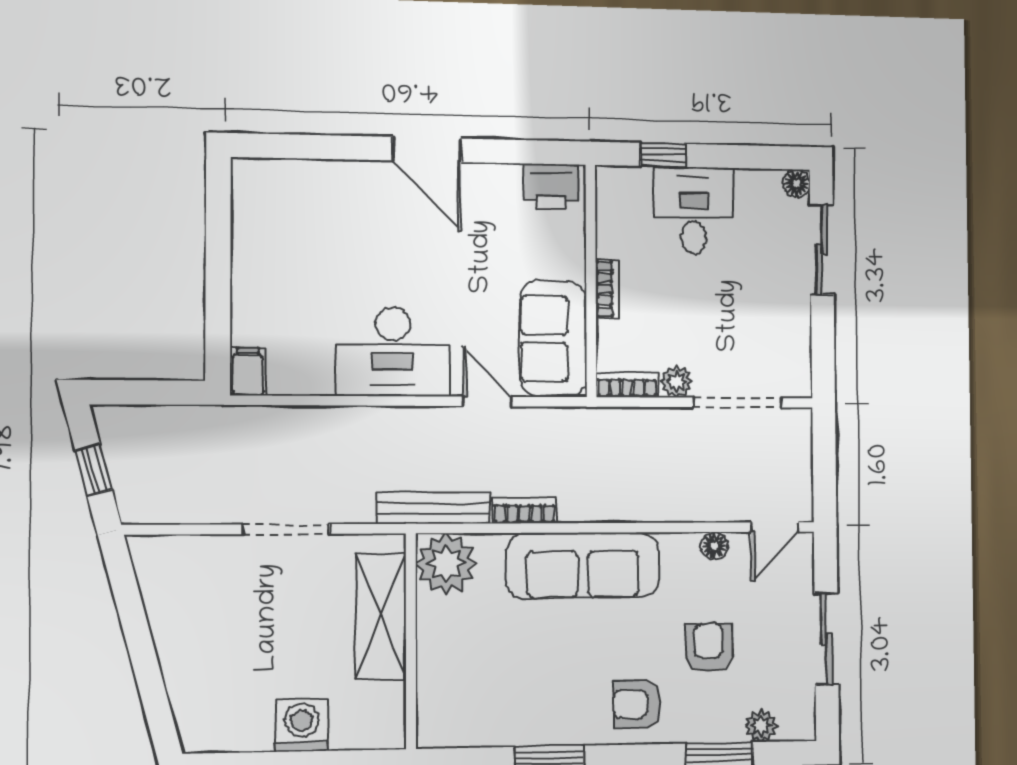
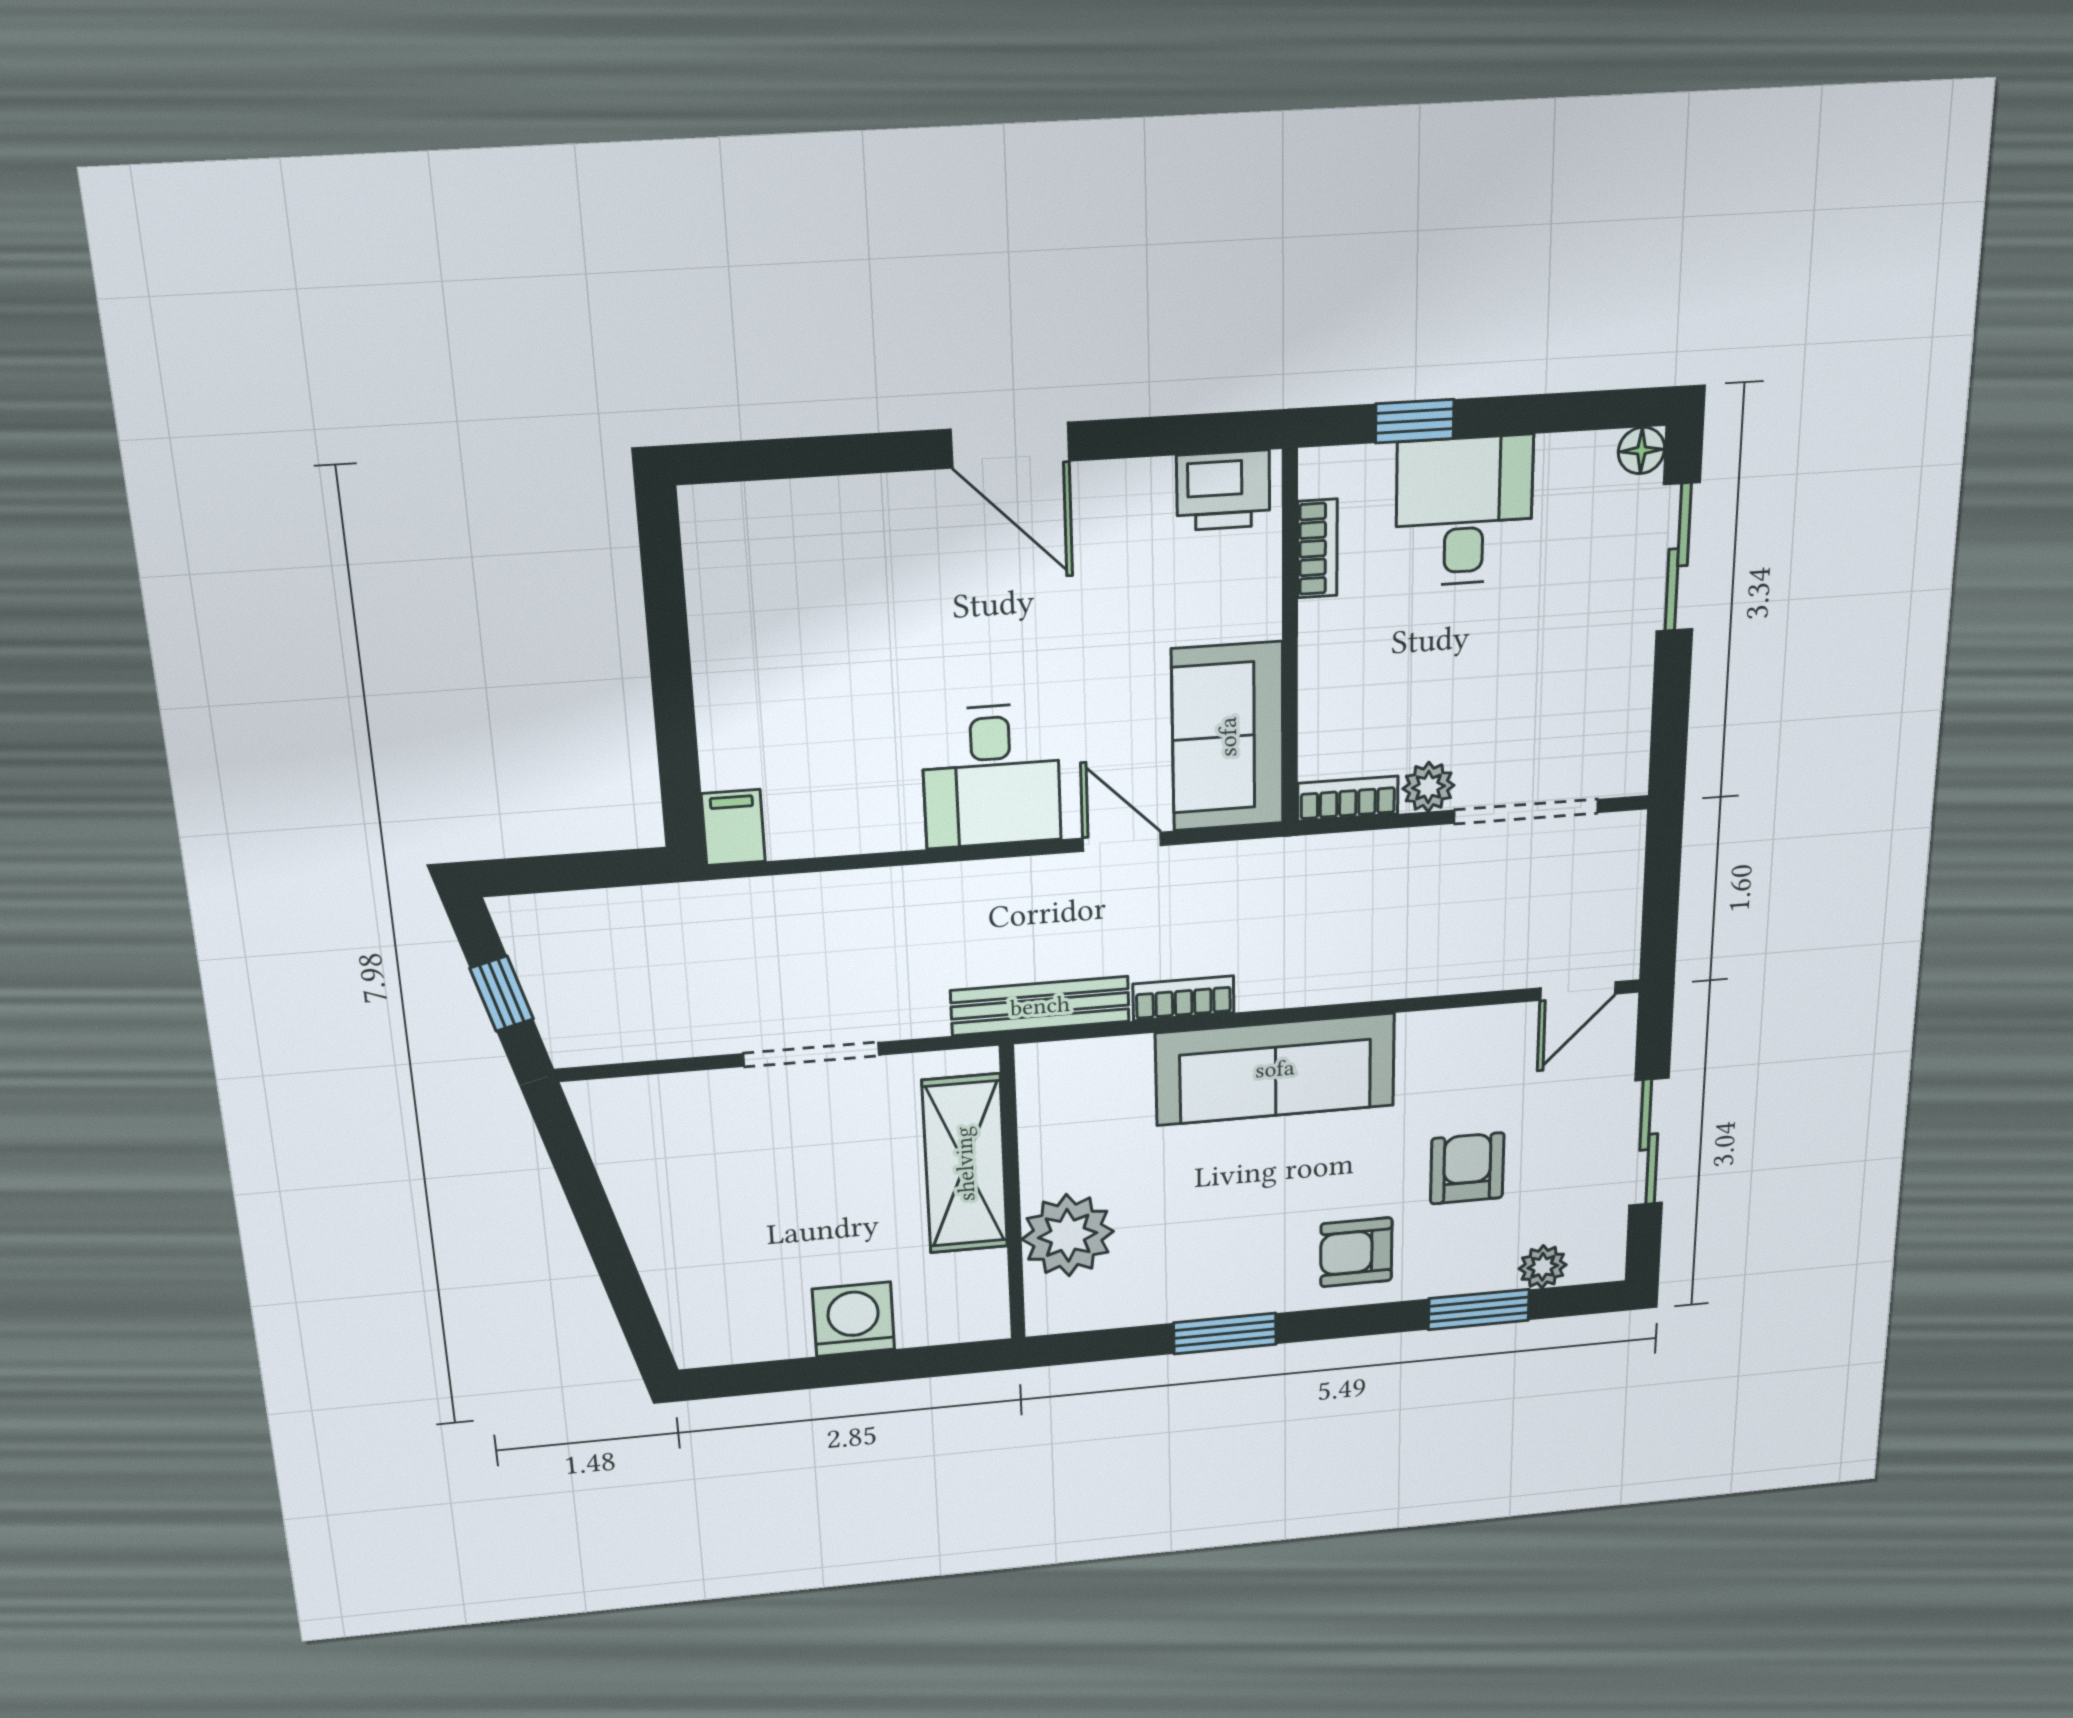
bookcase: (607, 289) -> (1317, 549), moved
desk: (393, 352) -> (991, 776), width x0.73
floor lamp: (714, 546) -> (1481, 1025), removed
plant: (446, 564) -> (1068, 1235), moved

